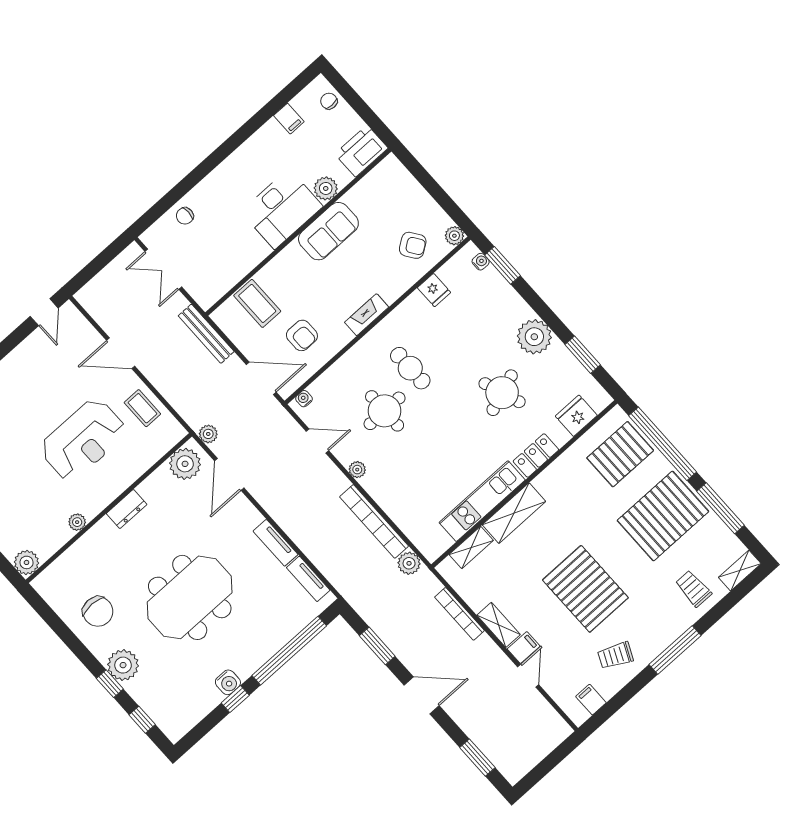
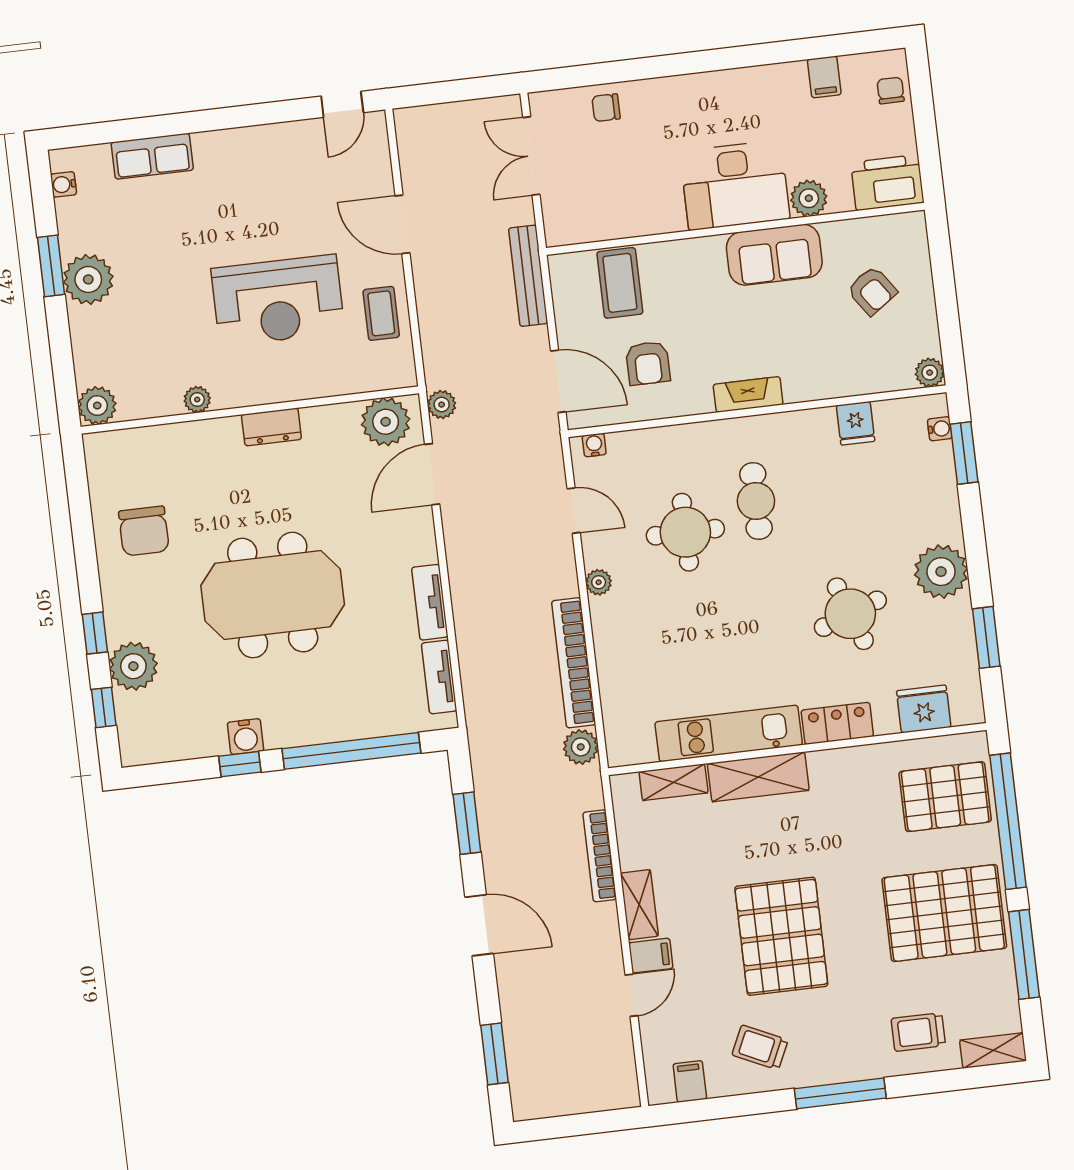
armchair: (413, 245) -> (872, 291), moved
trolley: (693, 589) -> (918, 1032), turned -90
plant: (123, 665) -> (133, 666), moved

